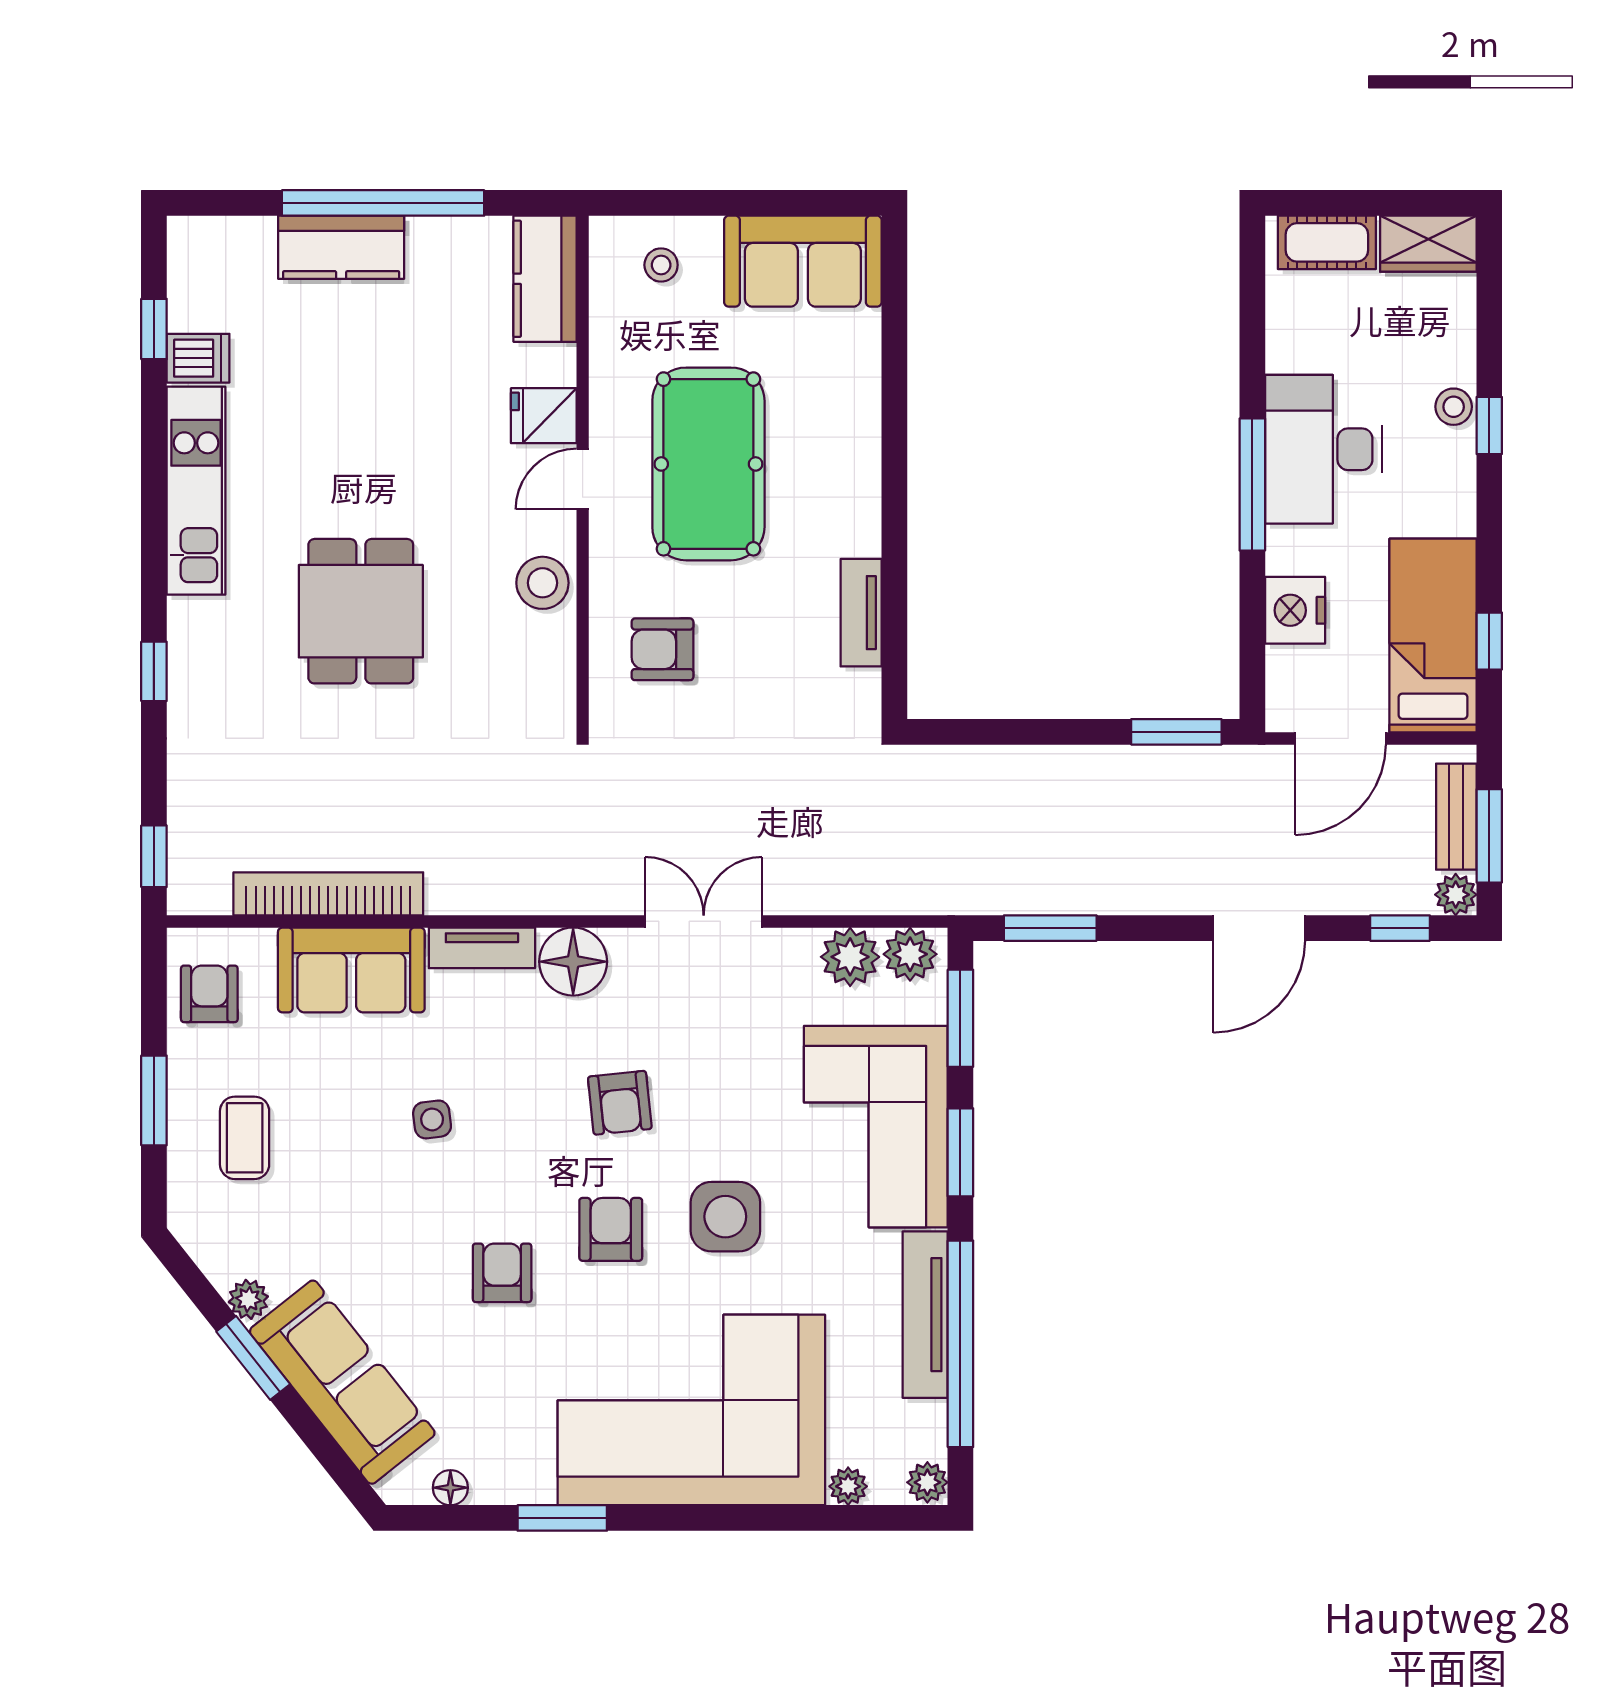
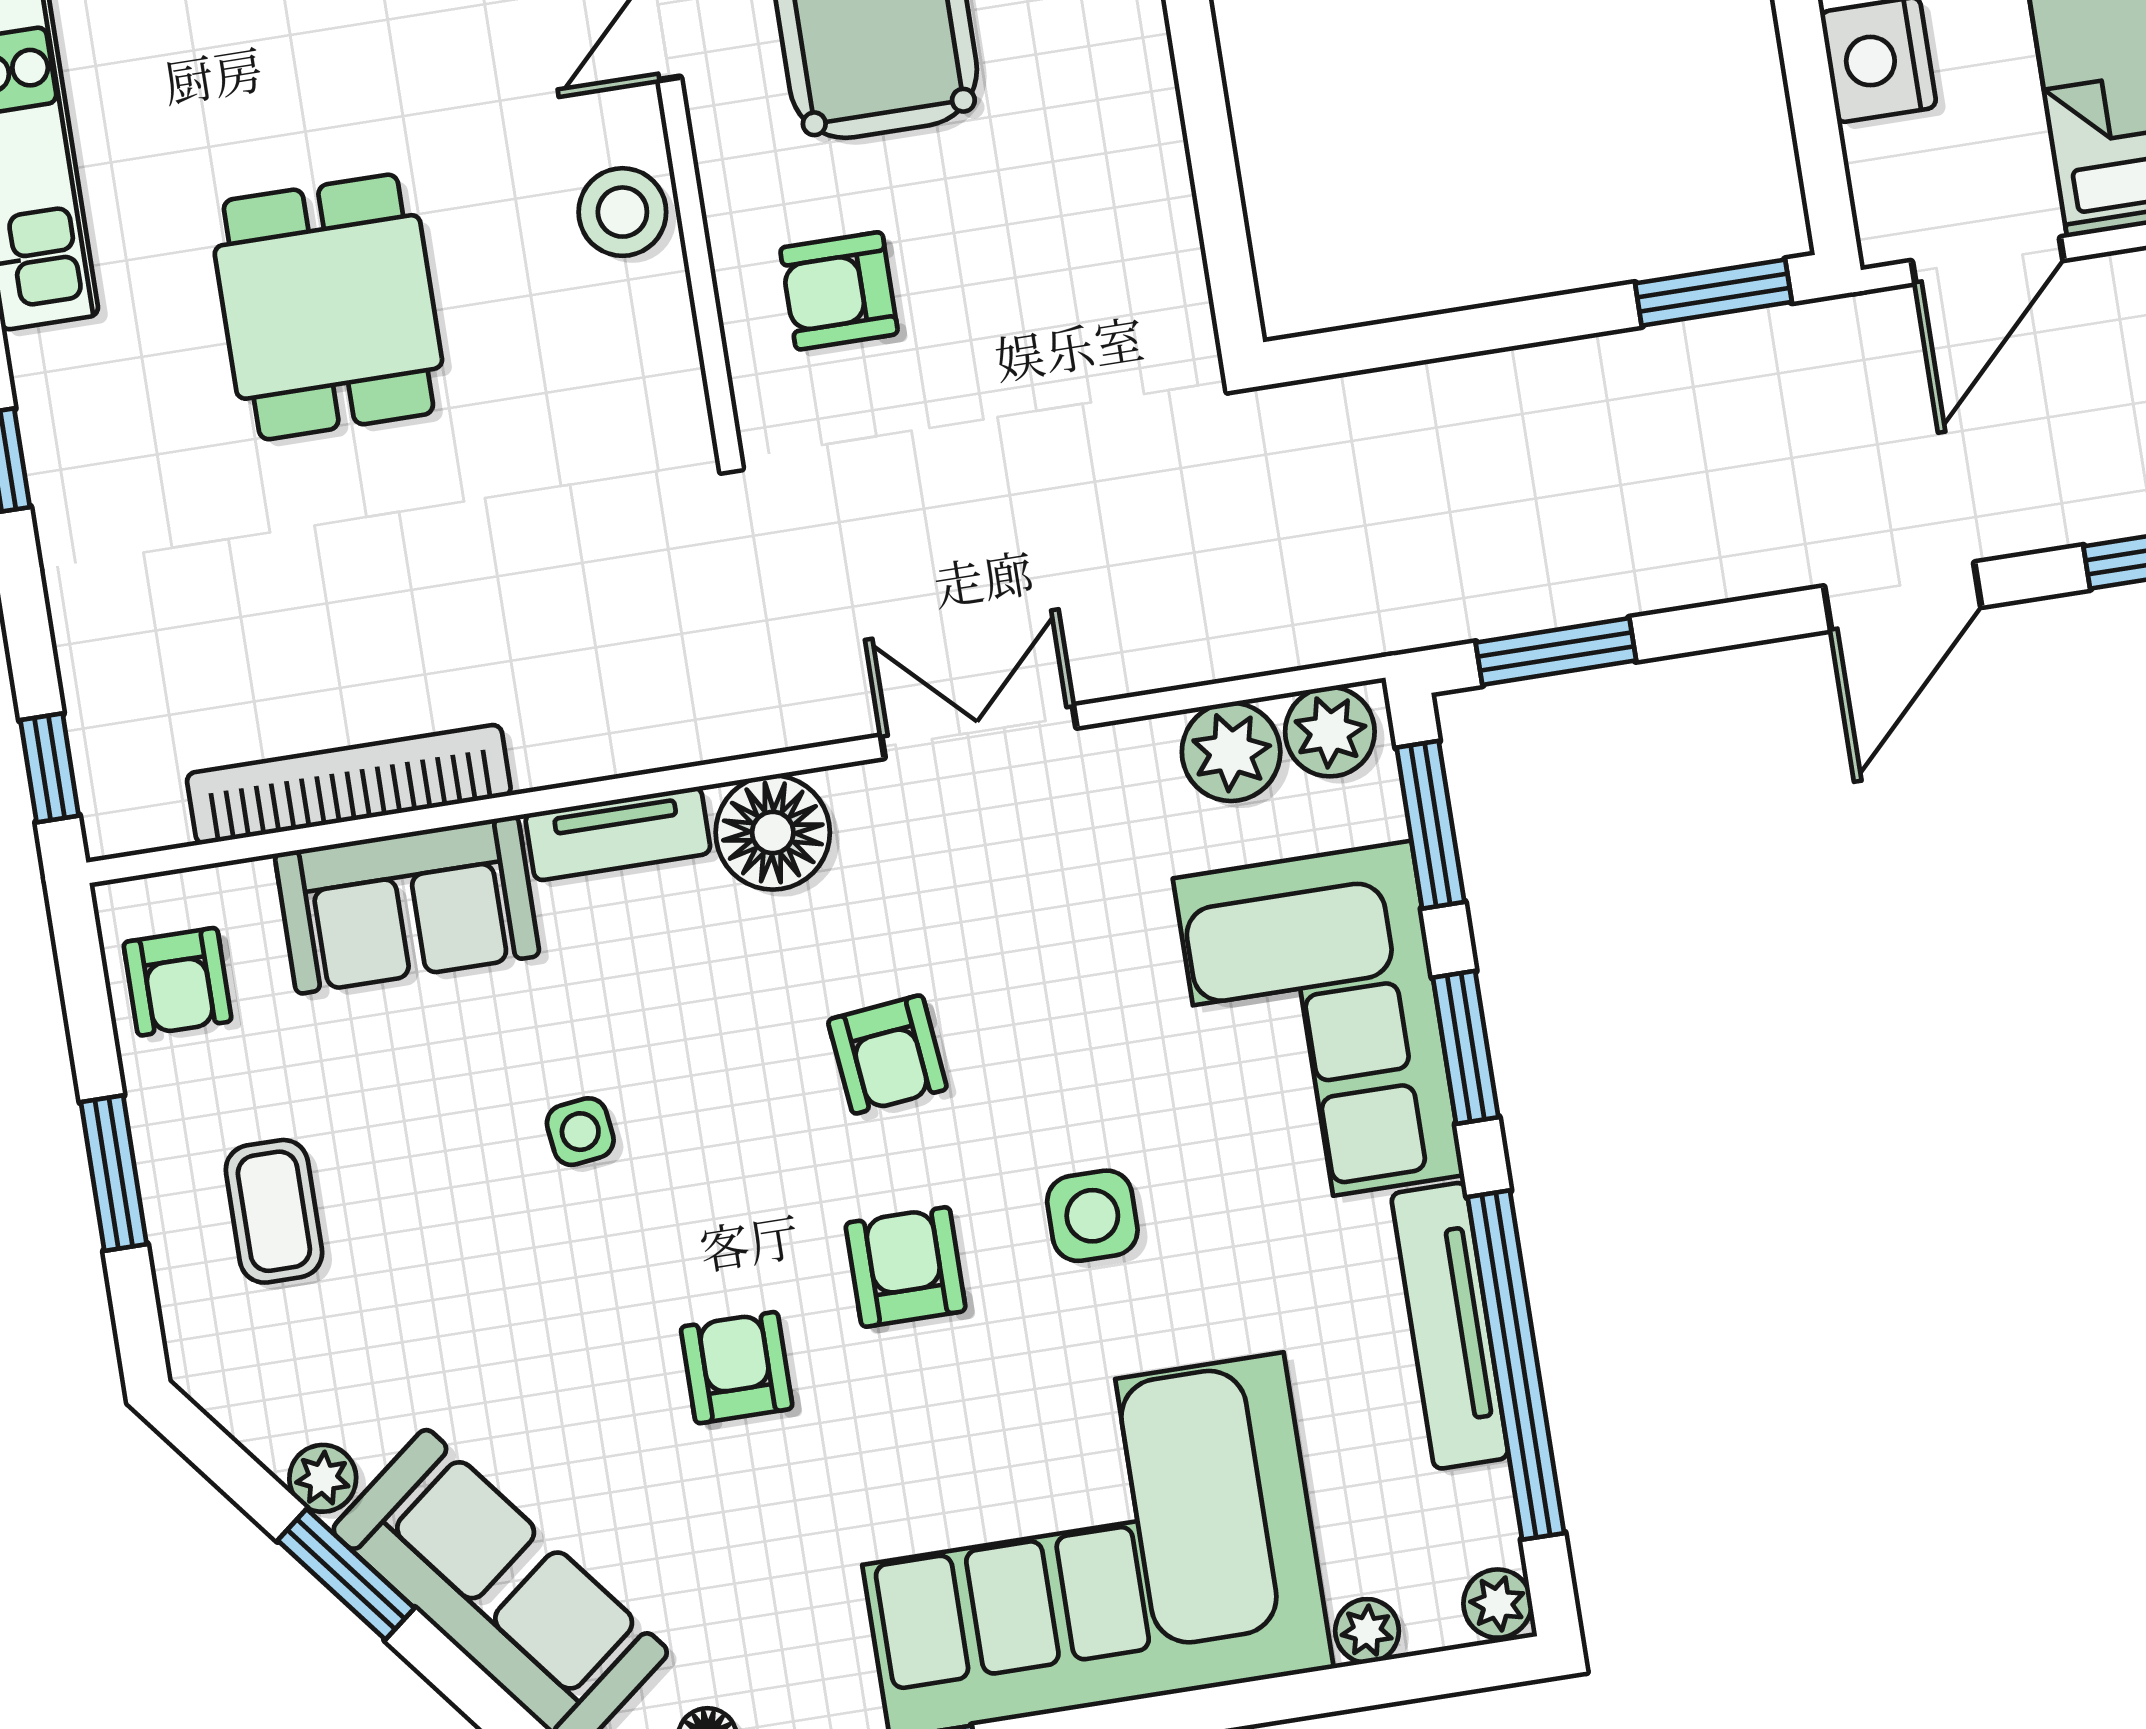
tv unit: (861, 613) -> (1159, 178), removed
armchair: (209, 994) -> (178, 982), turned 180
side table: (725, 1217) -> (1092, 1216), width x0.73, depth x0.73

